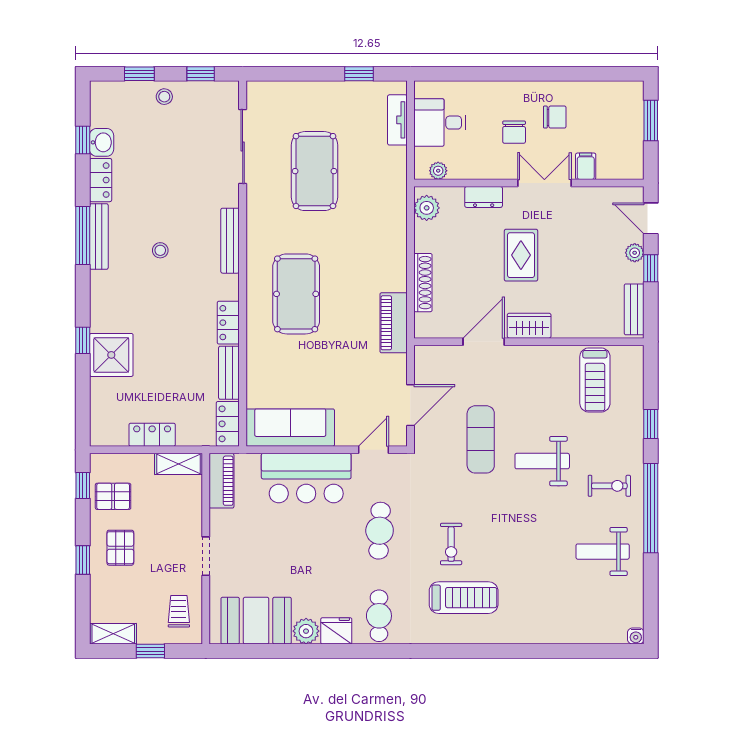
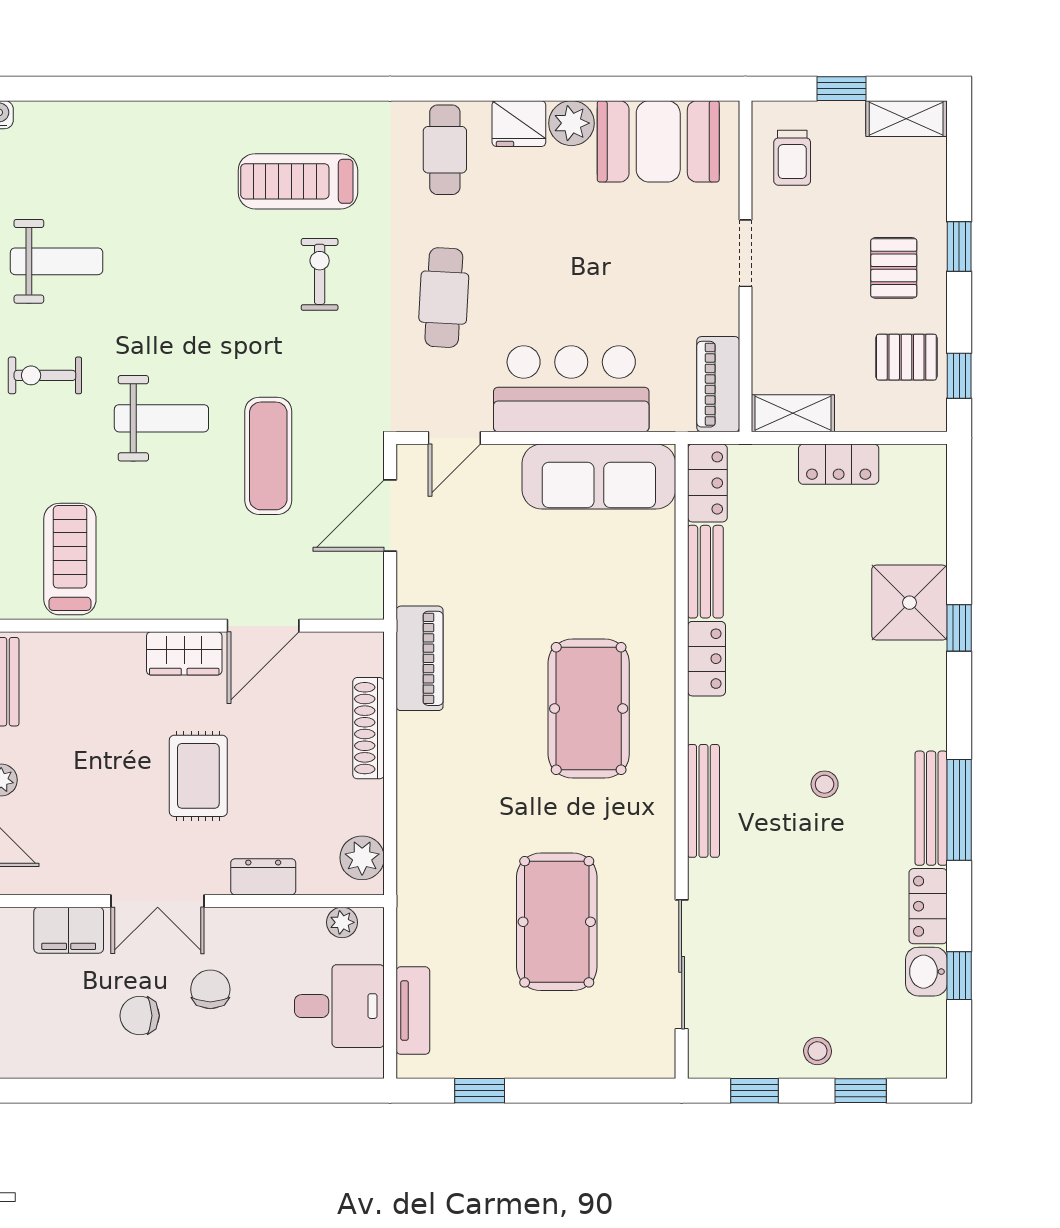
filing cabinet: (586, 166) -> (69, 930), width x2.00

